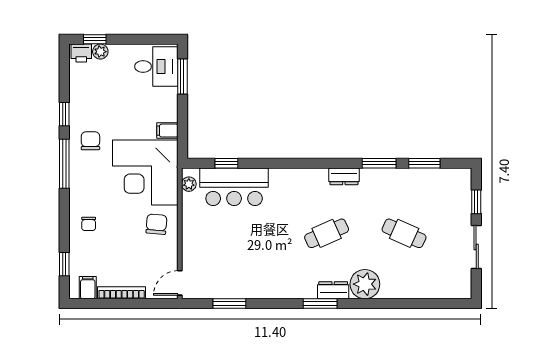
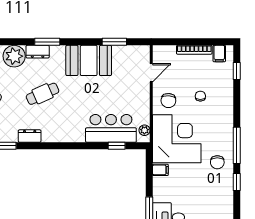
chair: (89, 224) -> (200, 96), moved
booth: (264, 278) -> (89, 60), added
door: (180, 283) -> (151, 73), moved

